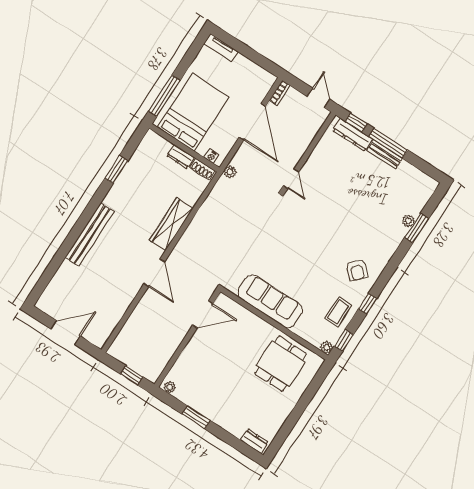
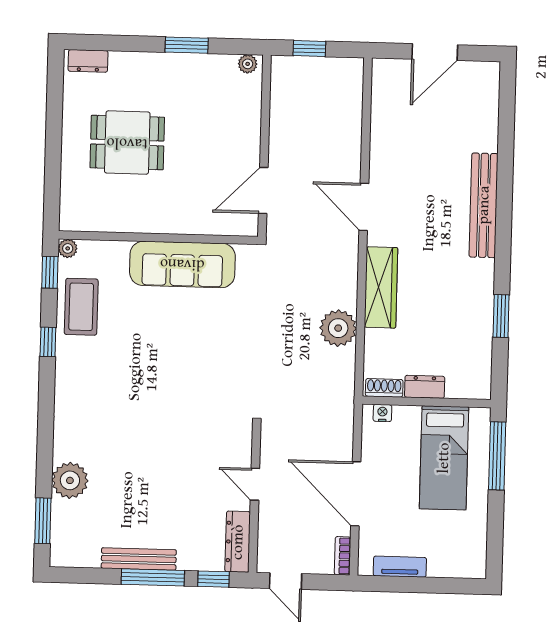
tv unit: (221, 48) -> (400, 567), moved
bed: (193, 112) -> (444, 458), width x0.67
dresser: (353, 135) -> (238, 542), moved, turned -90
bench: (385, 154) -> (139, 559), width x1.36
plant: (230, 172) -> (338, 328), moved, width x1.87, depth x1.87
door: (291, 179) -> (255, 484), moved
plant: (408, 221) -> (70, 480), width x1.88, depth x1.88
window: (417, 228) -> (43, 521), moved
armchair: (357, 270) -> (90, 379), removed
coffee table: (338, 312) -> (81, 307), width x1.36, depth x1.30
dining table: (281, 364) -> (127, 143), moved, turned 90

